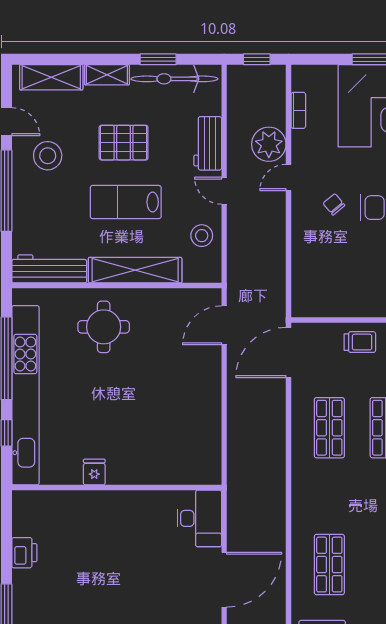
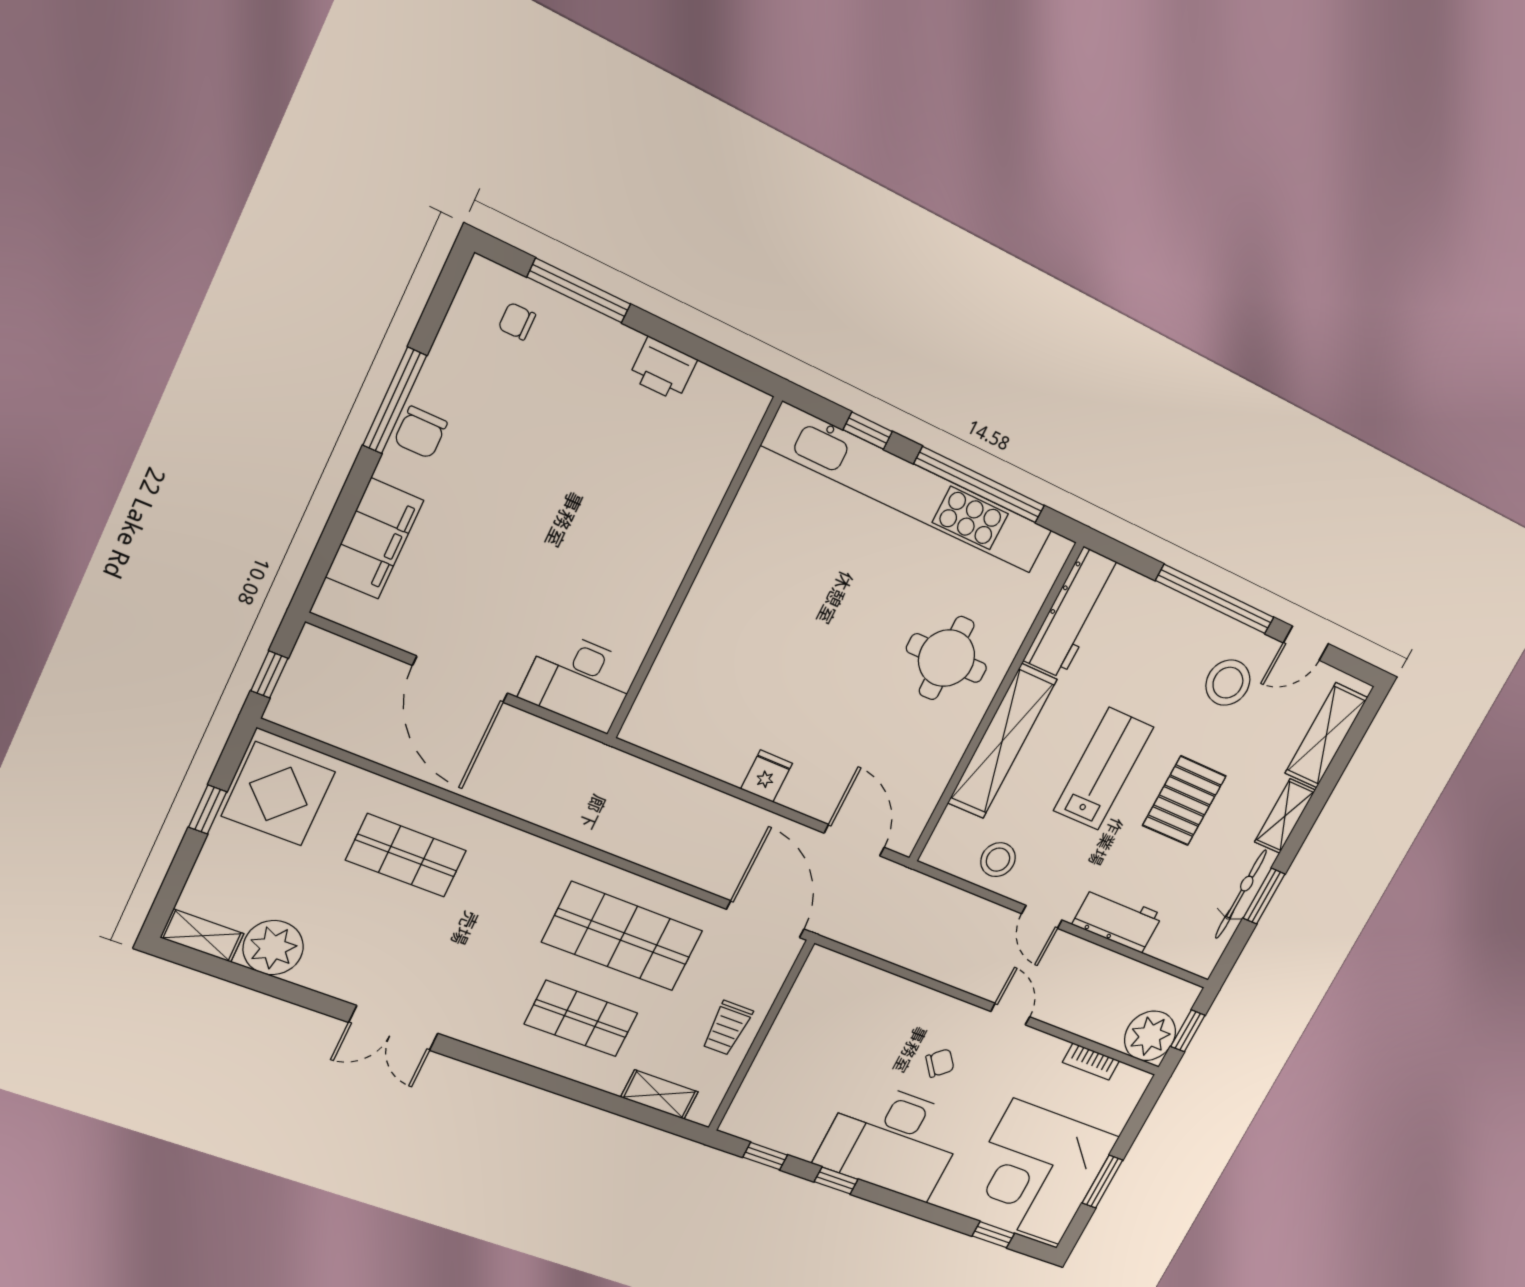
bicycle: (174, 79) -> (1241, 894), width x0.73, depth x0.71
plant: (269, 144) -> (1150, 1036), moved
door: (224, 191) -> (1042, 917), swing flipped
shop shelf: (329, 428) -> (622, 936), width x1.43, depth x1.36
fridge: (94, 472) -> (767, 776), moved, turned -90

